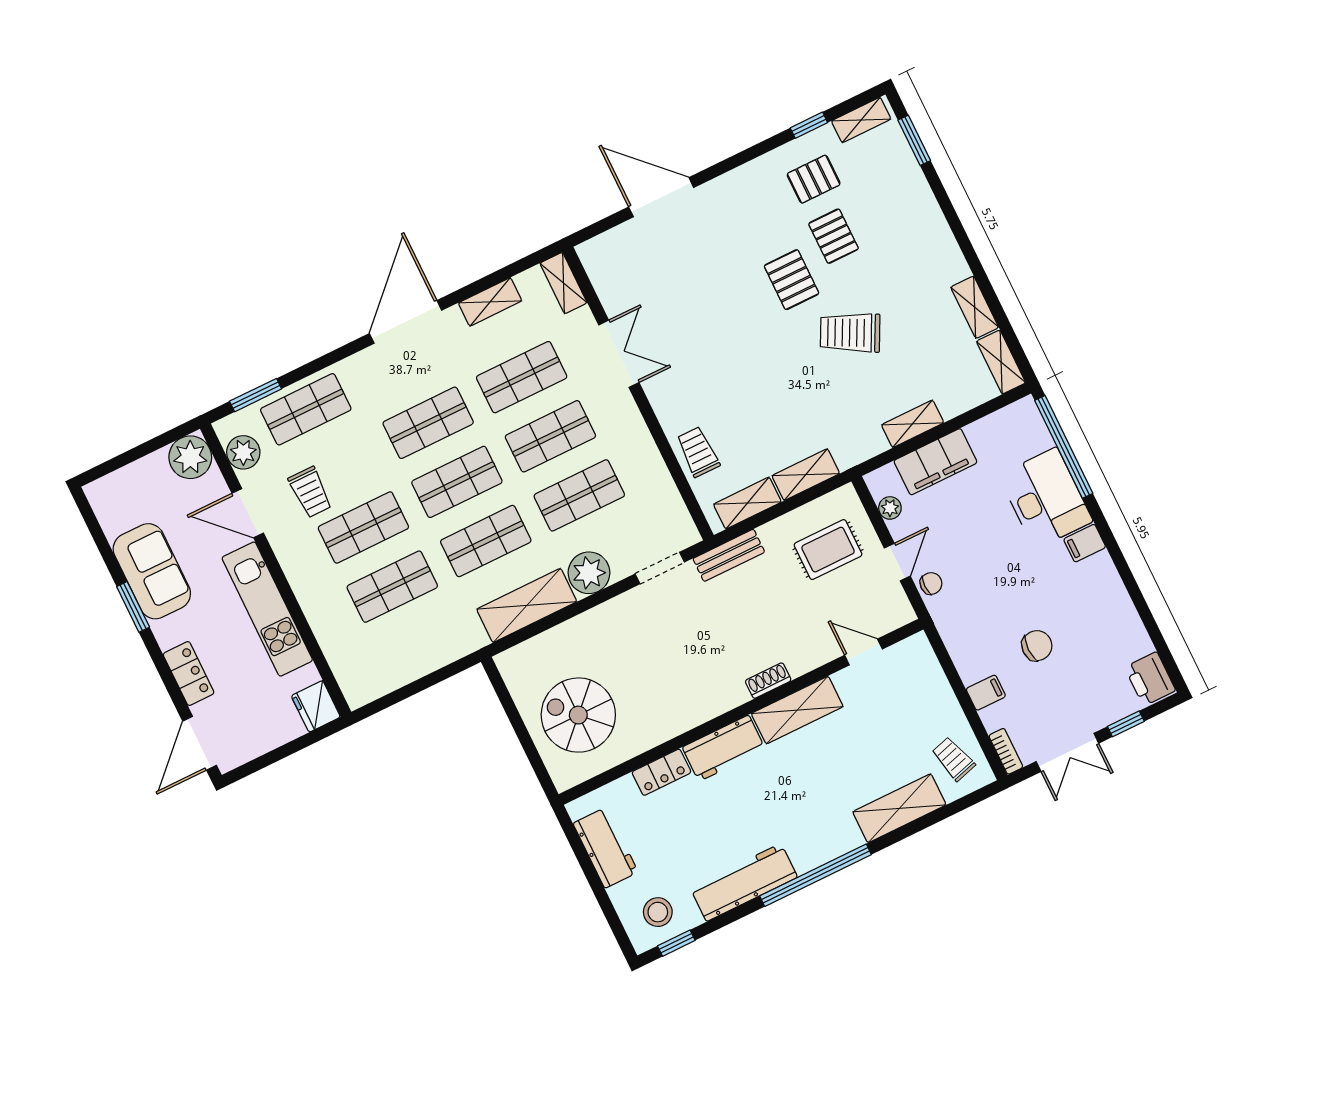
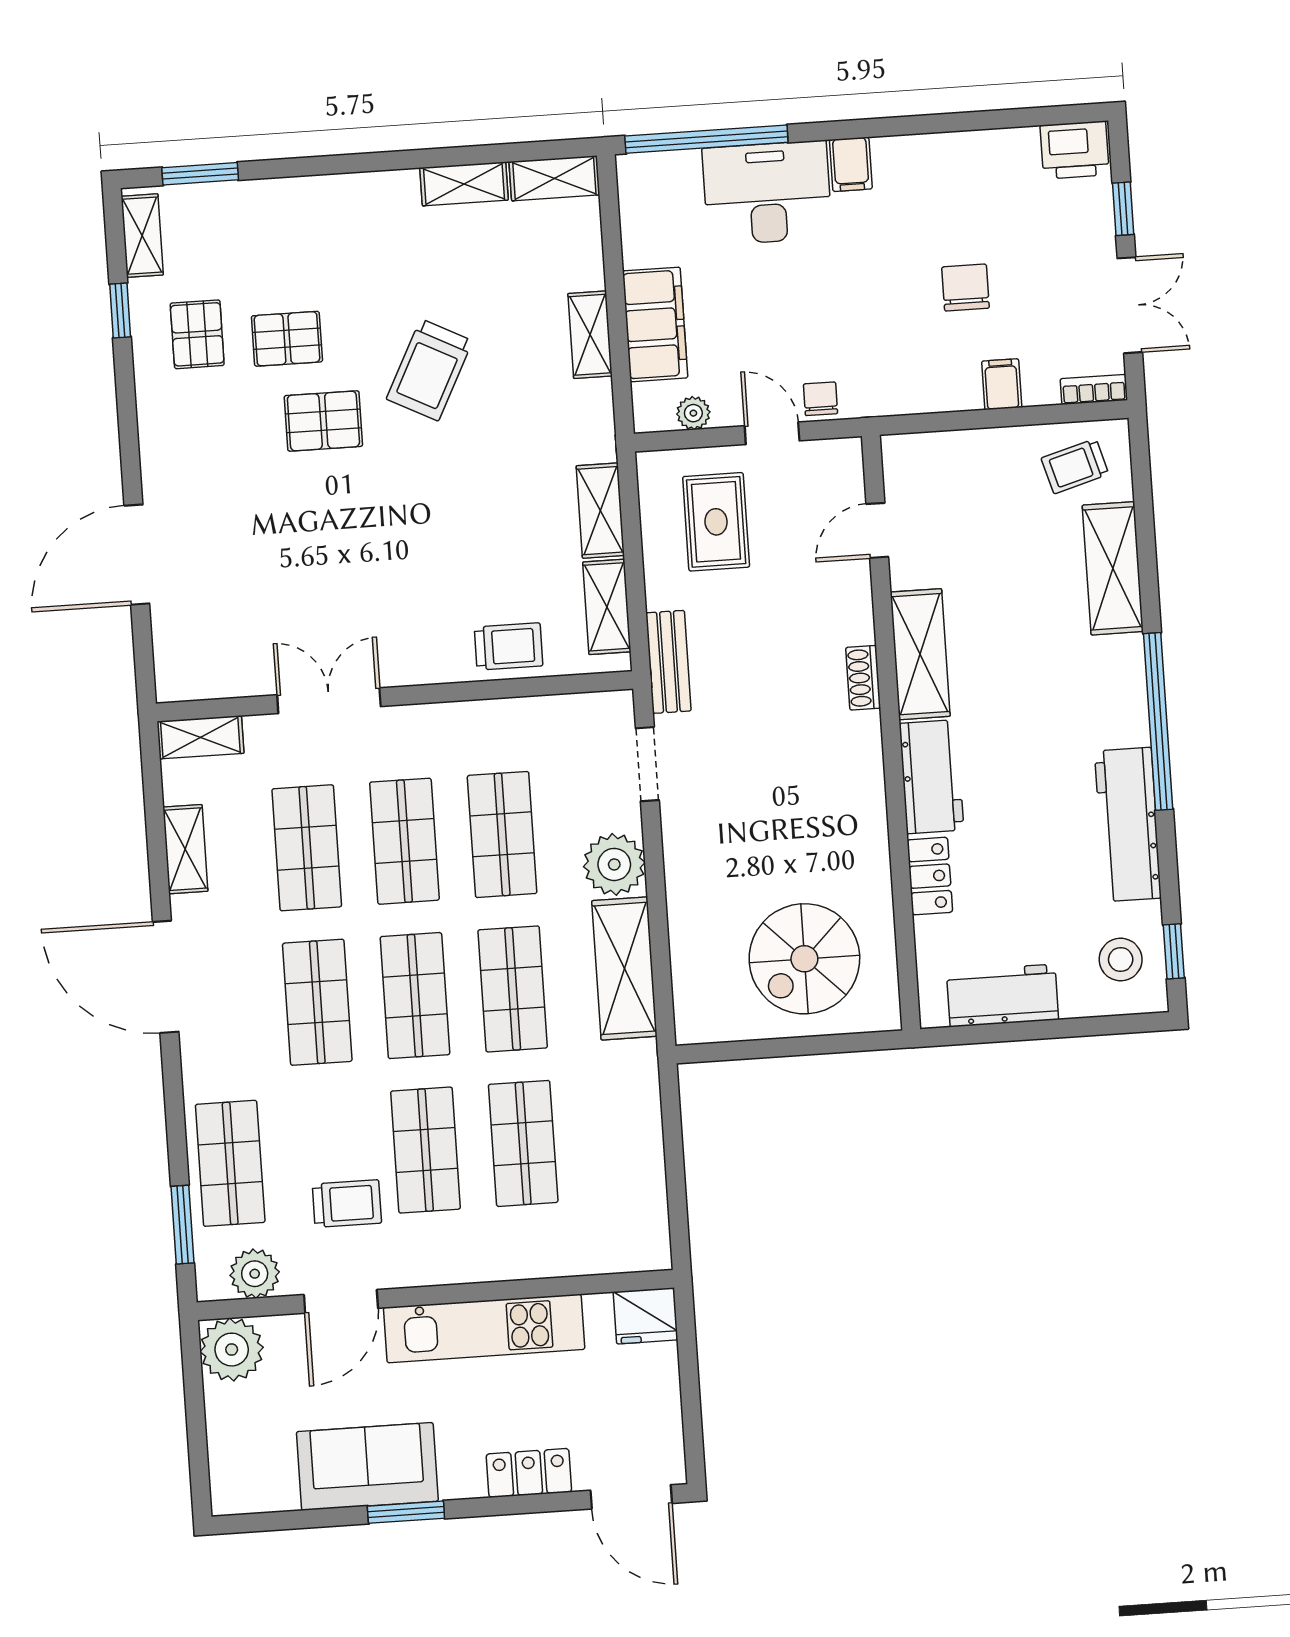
trolley: (698, 452) -> (509, 646), turned 180

